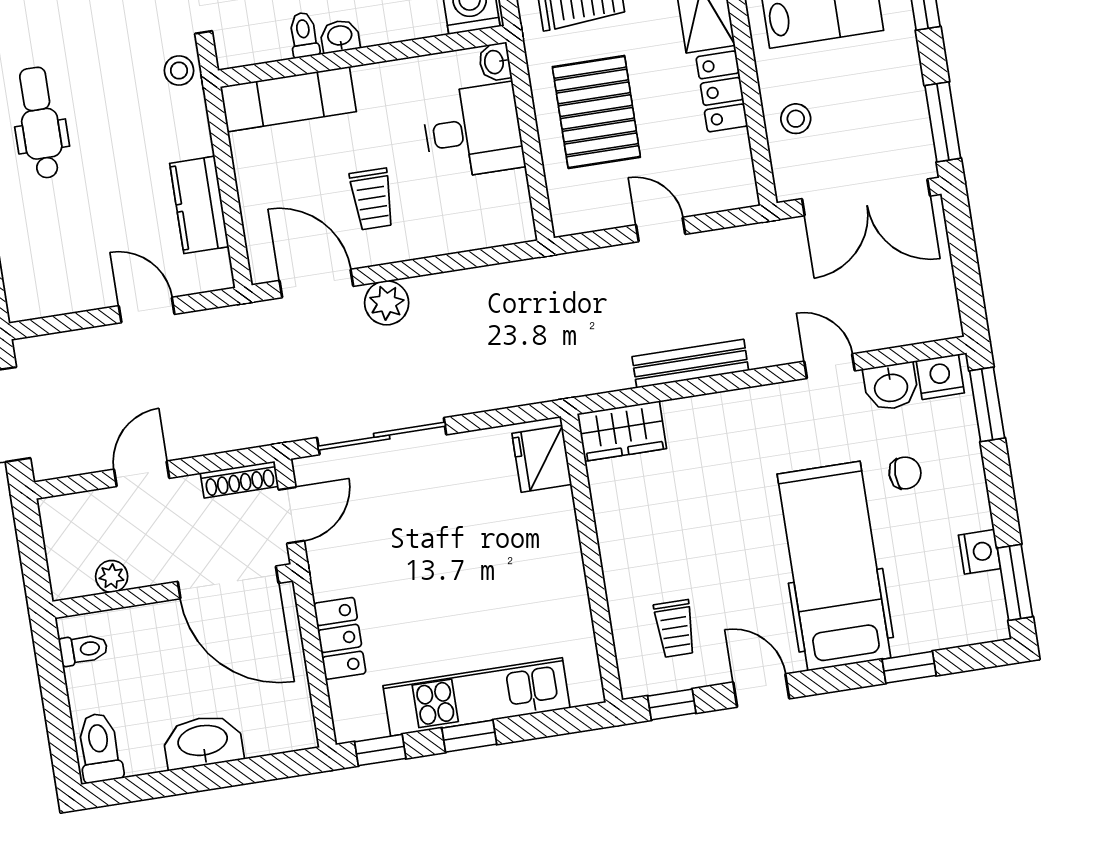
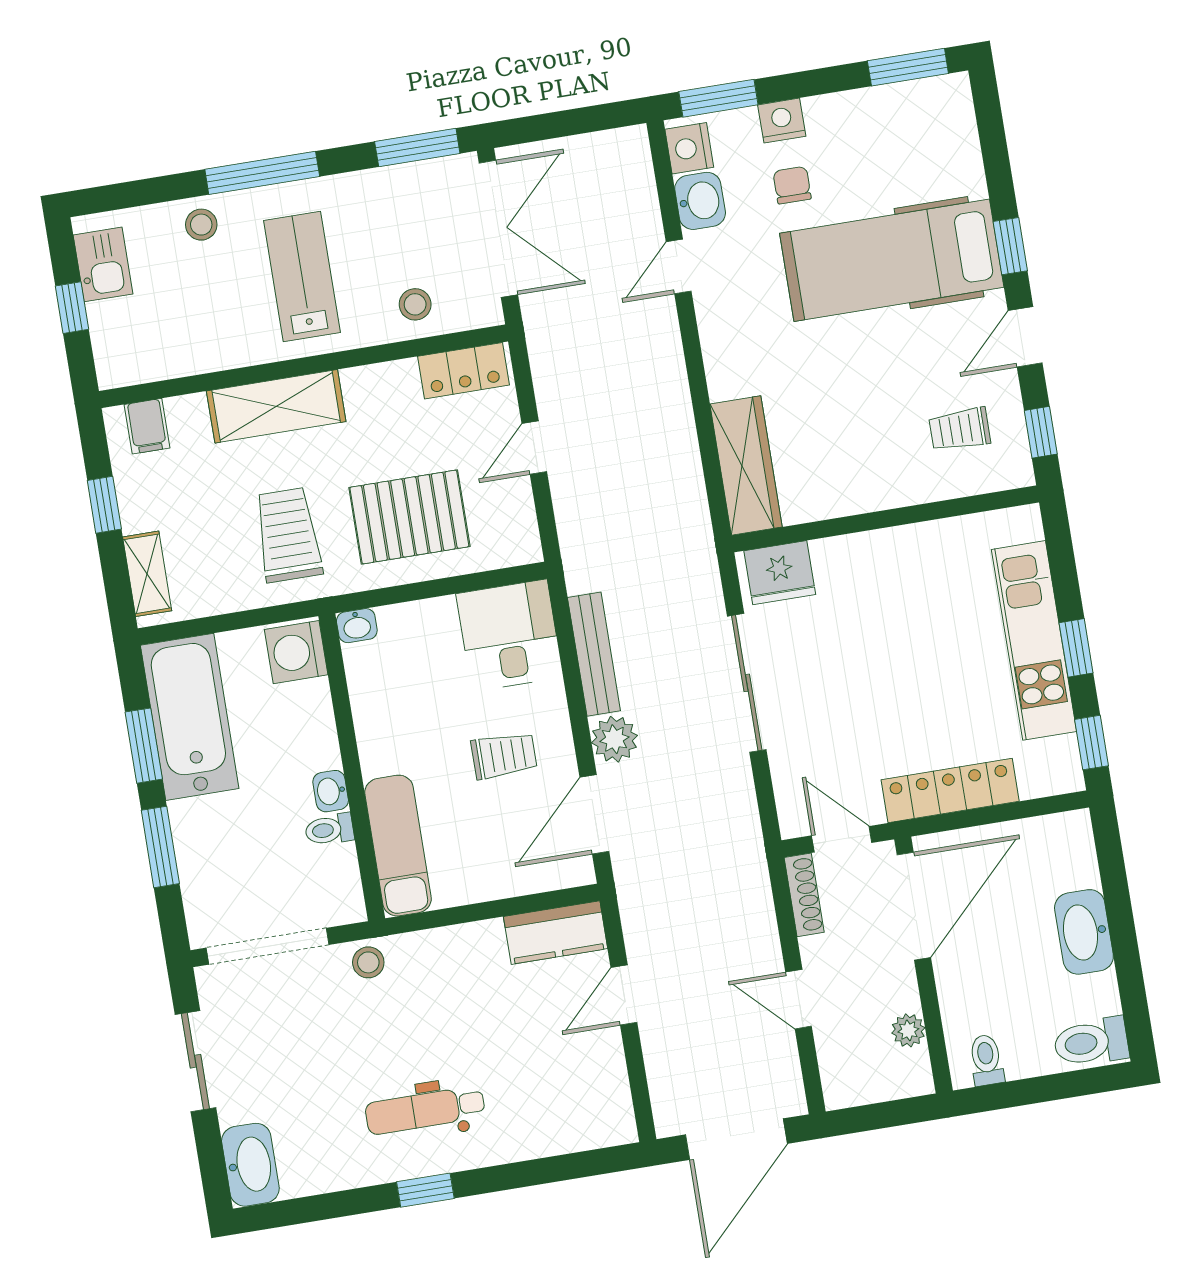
locker: (722, 91) -> (463, 371), moved
desk: (473, 131) -> (509, 635), moved
kitchen counter: (199, 205) -> (556, 933), moved
bench: (690, 364) -> (594, 654), moved
wardrobe: (622, 431) -> (746, 465), width x1.50
sliding door: (382, 436) -> (747, 683), moved
nightstand: (979, 552) -> (782, 121), moved
trolley: (675, 628) -> (960, 429), turned 180
locker: (340, 638) -> (950, 790), width x1.53
window: (909, 667) -> (1010, 246), moved

